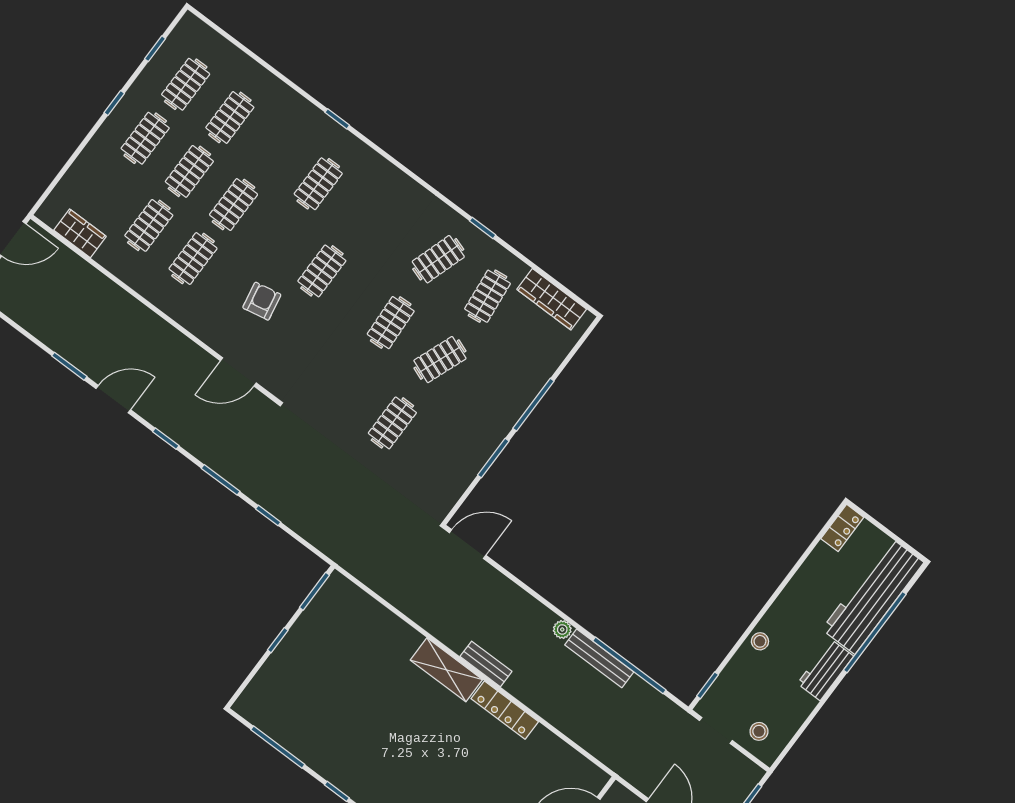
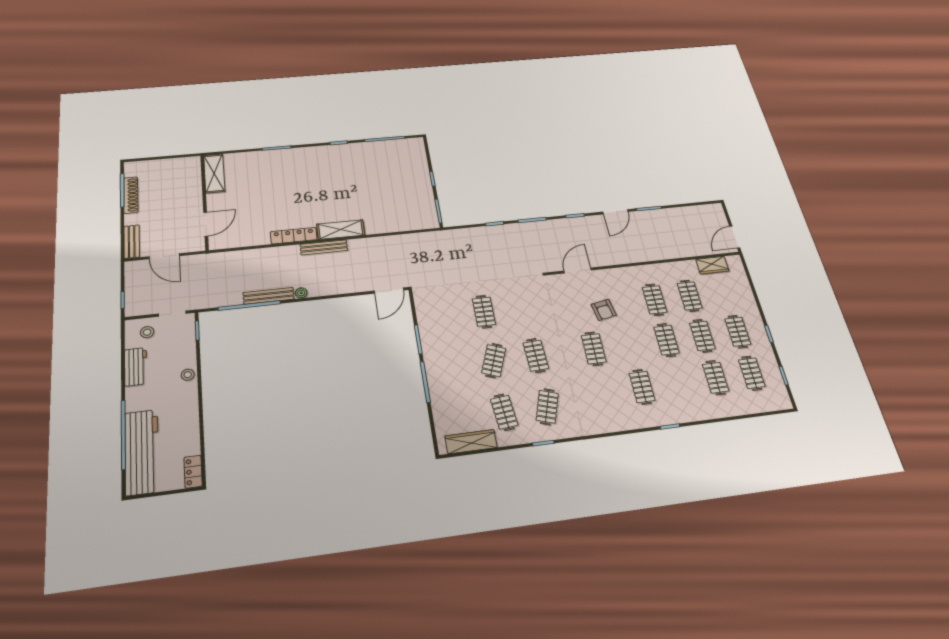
bench: (486, 664) -> (324, 247), width x1.36
workbench: (825, 670) -> (136, 367), moved

